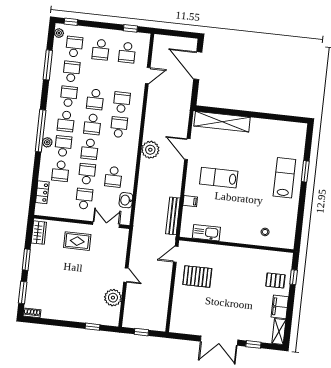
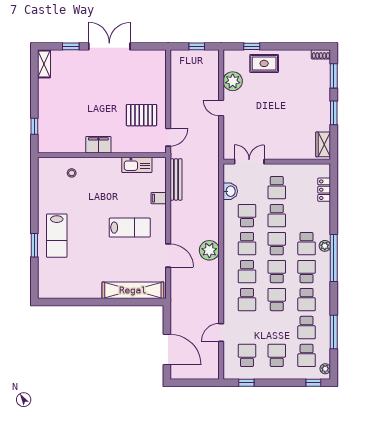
school desk: (60, 171) -> (247, 244), moved, turned 180
double door: (106, 225) -> (249, 162), swing flipped
rug: (77, 241) -> (264, 63), moved
pallet: (275, 280) -> (54, 120), removed
filing cabinet: (280, 307) -> (98, 145), moved, turned -90

